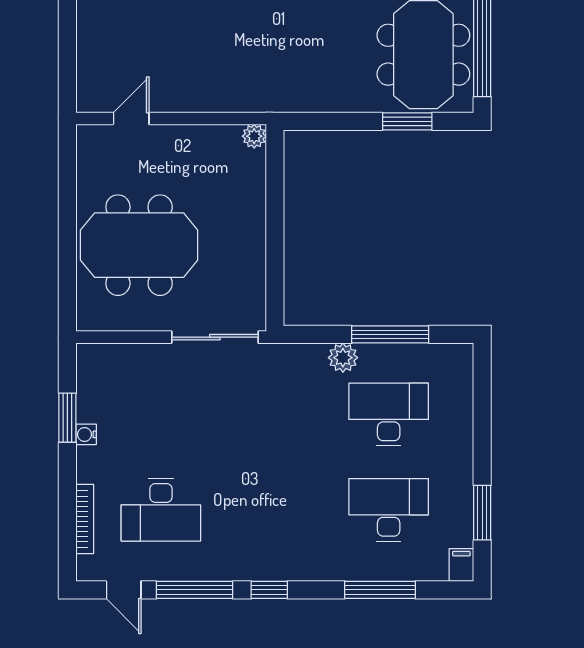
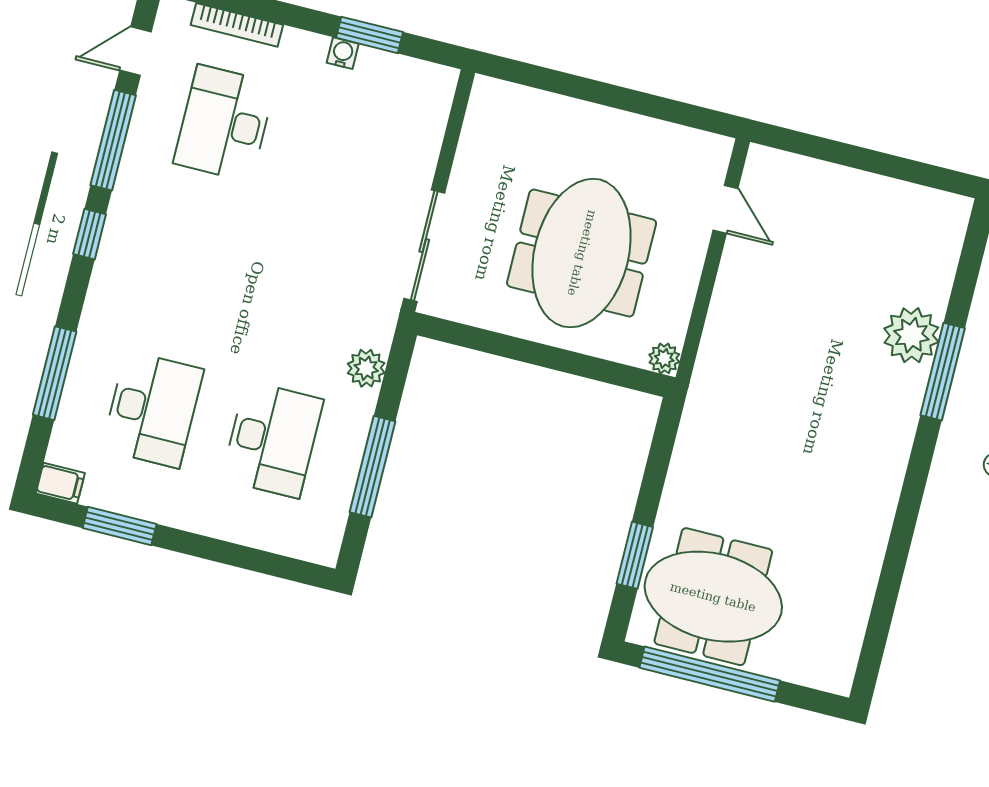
meeting table: (139, 245) -> (582, 253), moved
plant: (343, 358) -> (366, 368), moved

